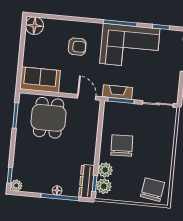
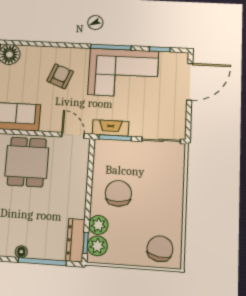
armchair: (77, 47) -> (60, 76), turned -69
floor lamp: (57, 190) -> (21, 252), moved

